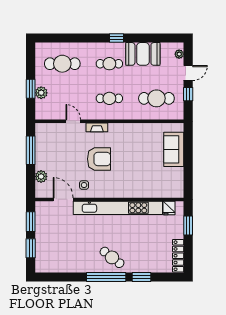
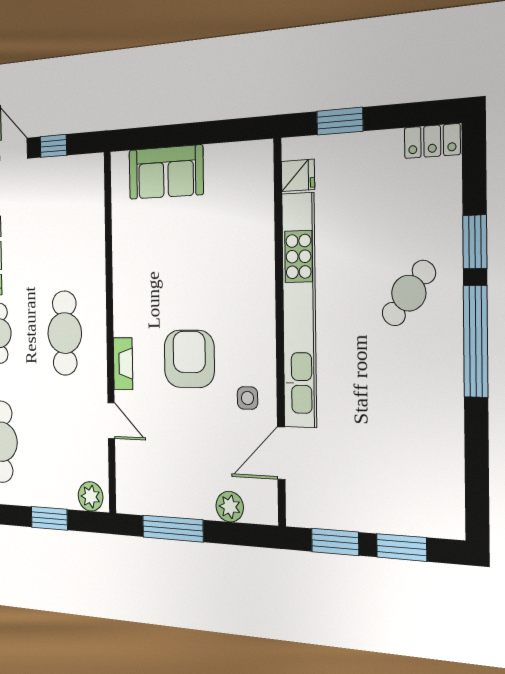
plant: (41, 93) -> (90, 496), moved
cafe table: (109, 98) -> (65, 333), width x1.37, depth x1.35
cafe table: (156, 98) -> (63, 221), removed
door: (73, 121) -> (111, 421), swing flipped
locker: (178, 256) -> (432, 141), width x0.66
cafe table: (112, 257) -> (409, 293), moved

